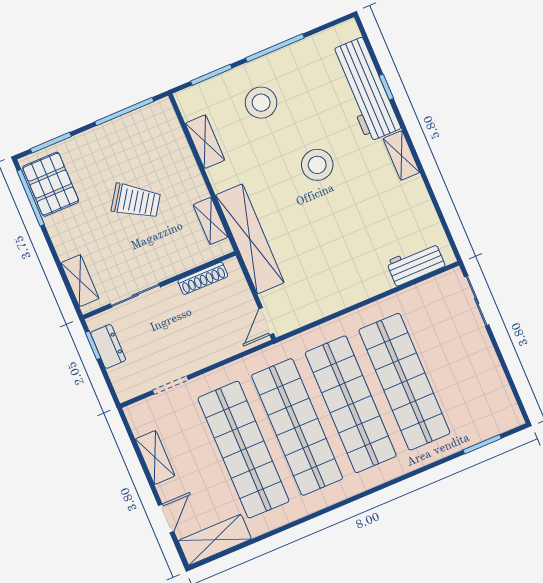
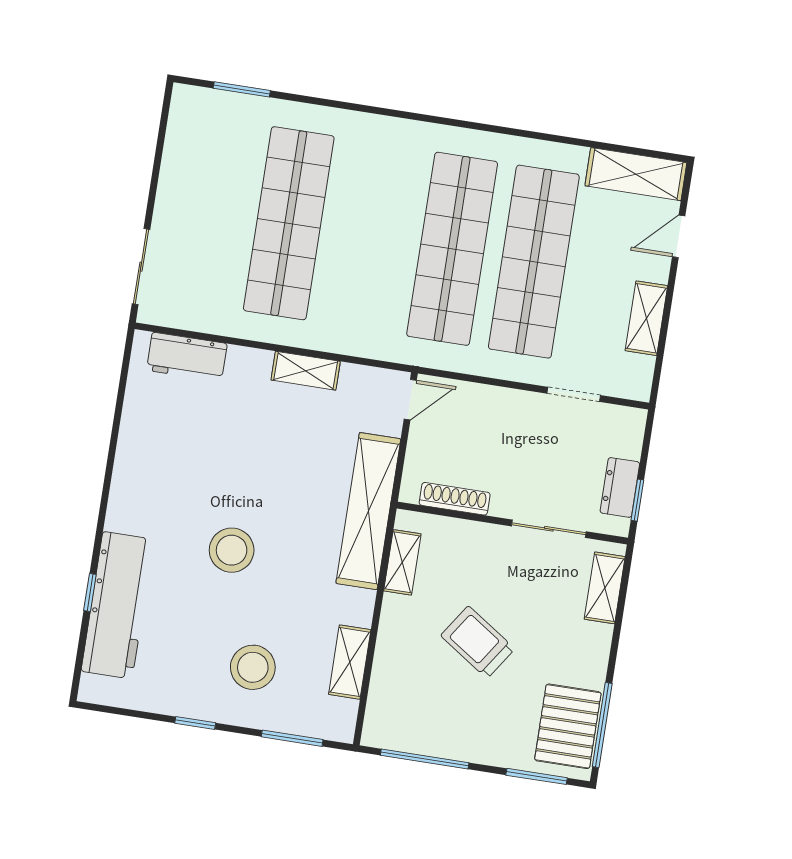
window: (275, 48) -> (195, 723), width x0.46
shelving: (401, 155) -> (306, 371), moved, turned 90
shop shelf: (351, 404) -> (370, 236), removed

